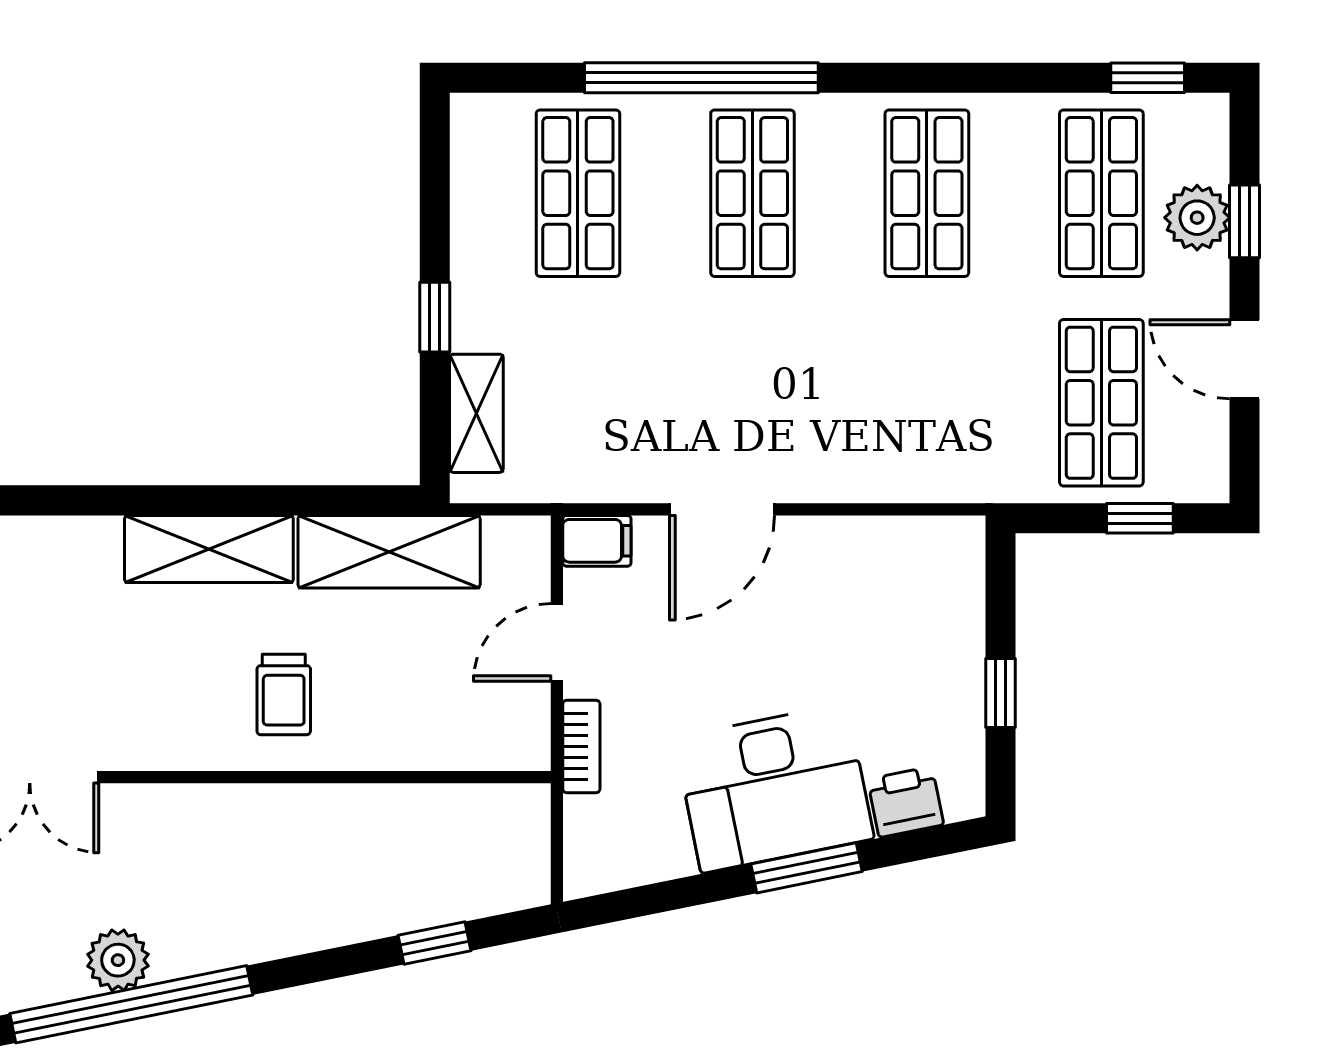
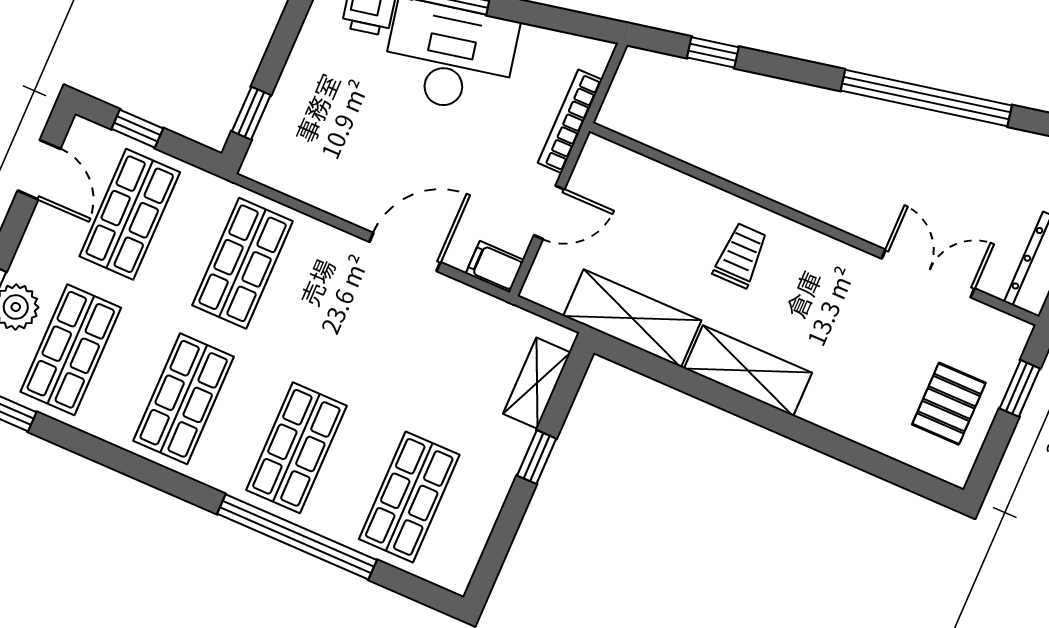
door: (1244, 359) -> (39, 170), moved
shop shelf: (927, 403) -> (243, 263), added
window: (1000, 693) -> (251, 113), moved
bookcase: (581, 746) -> (570, 121), width x1.56
plant: (118, 960) -> (922, 130), removed

